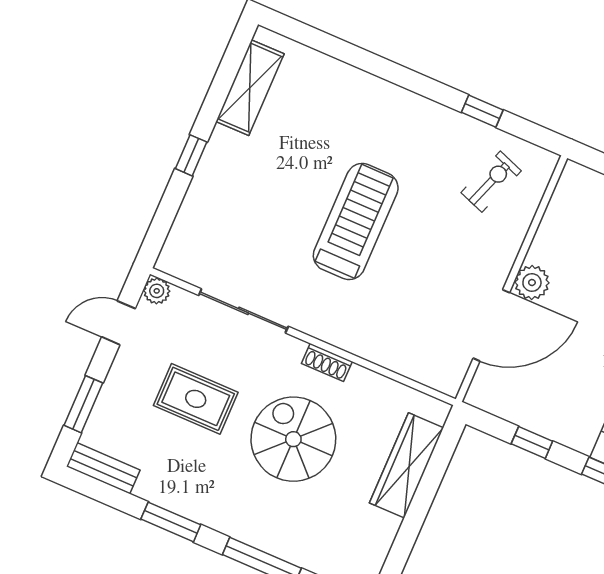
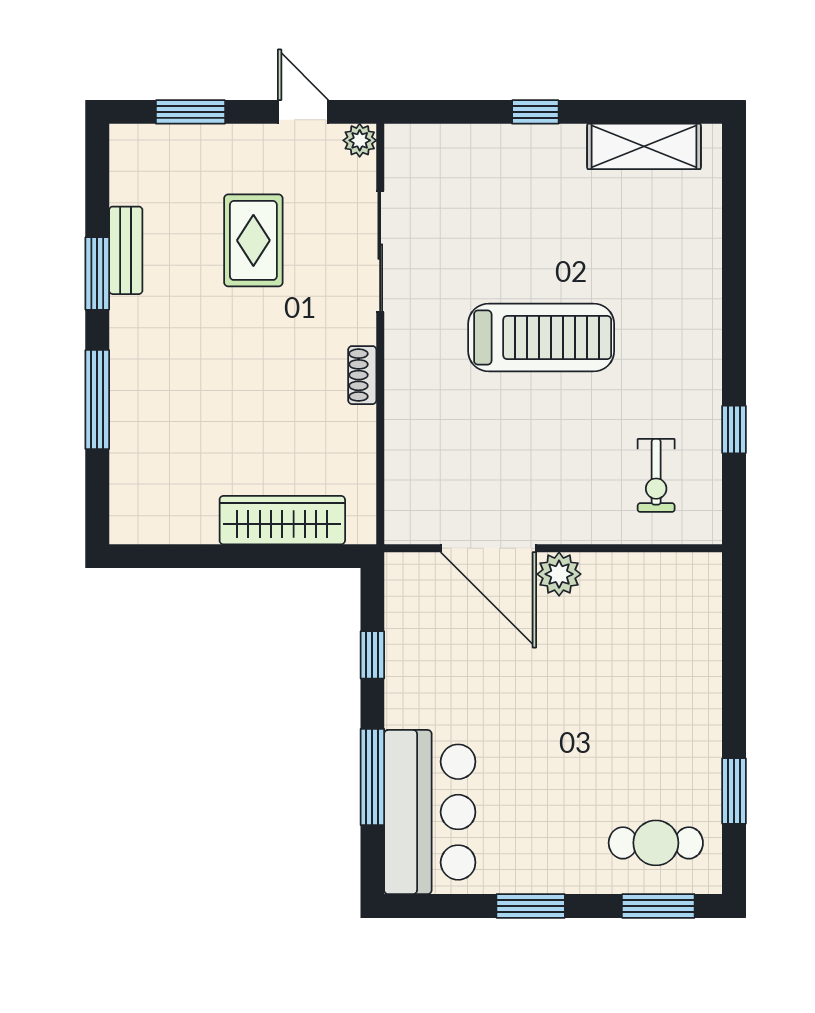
exercise bike: (491, 182) -> (656, 475), turned 70
spiral stairs: (293, 439) -> (256, 375), removed
bench: (103, 468) -> (126, 250), moved

